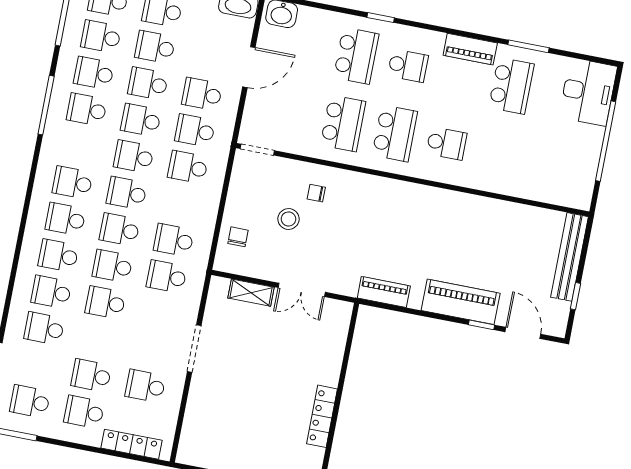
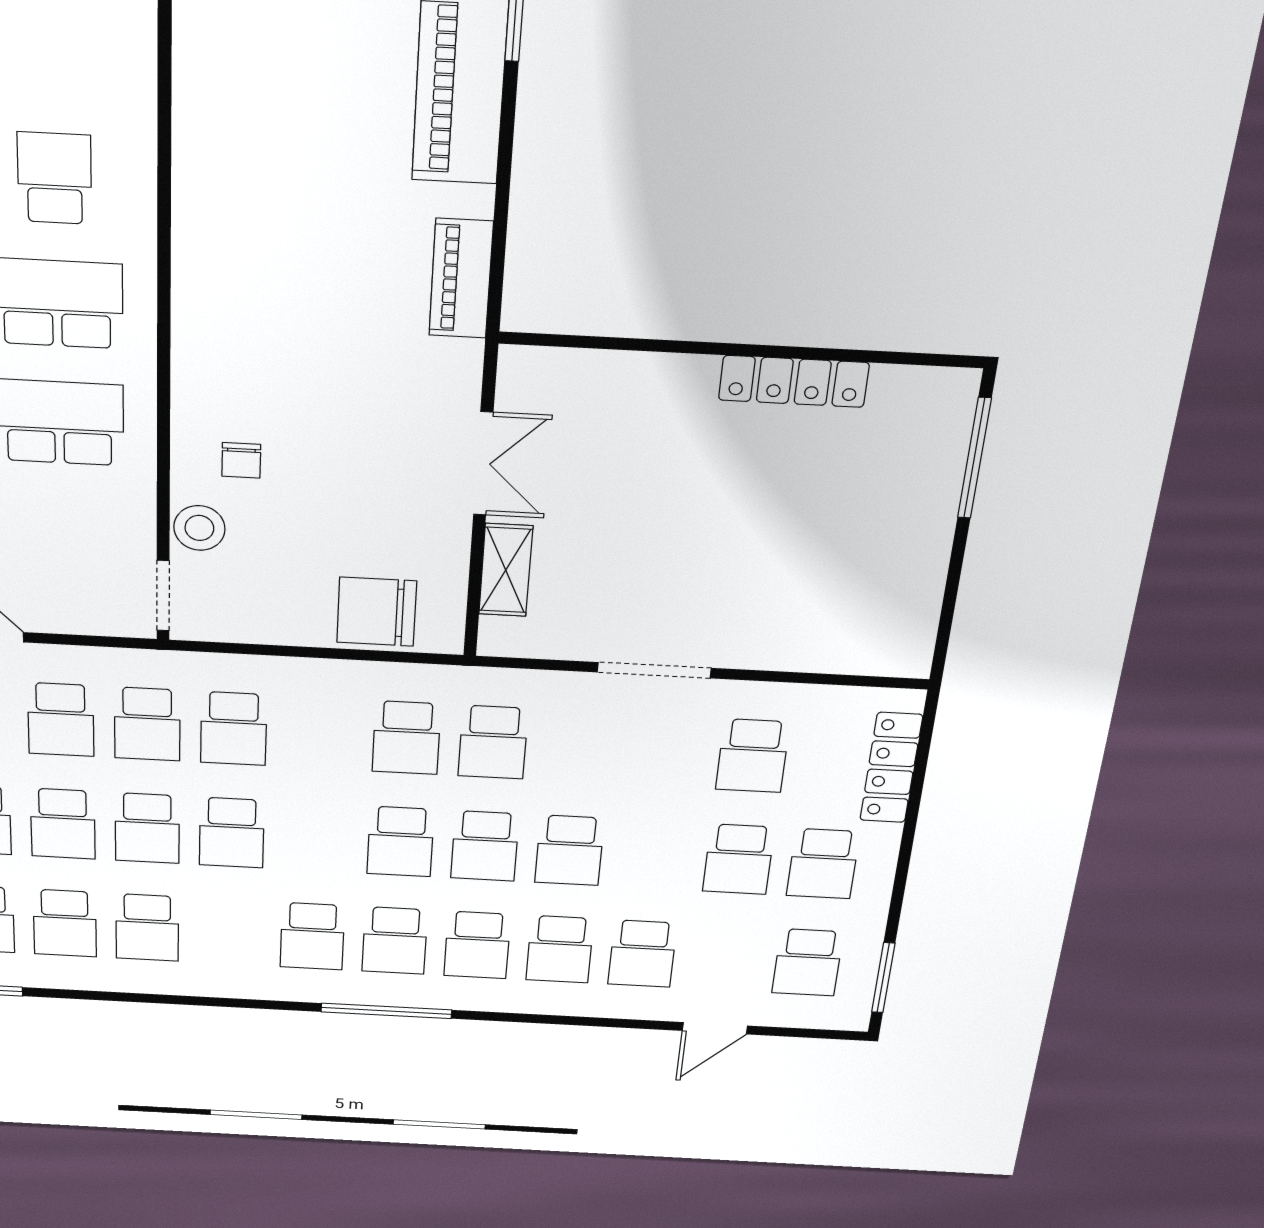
window: (46, 105) -> (386, 1011), moved
school desk: (127, 193) -> (316, 837), removed
stool: (288, 219) -> (199, 528), moved
chair: (238, 237) -> (377, 612), width x1.87, depth x1.87

